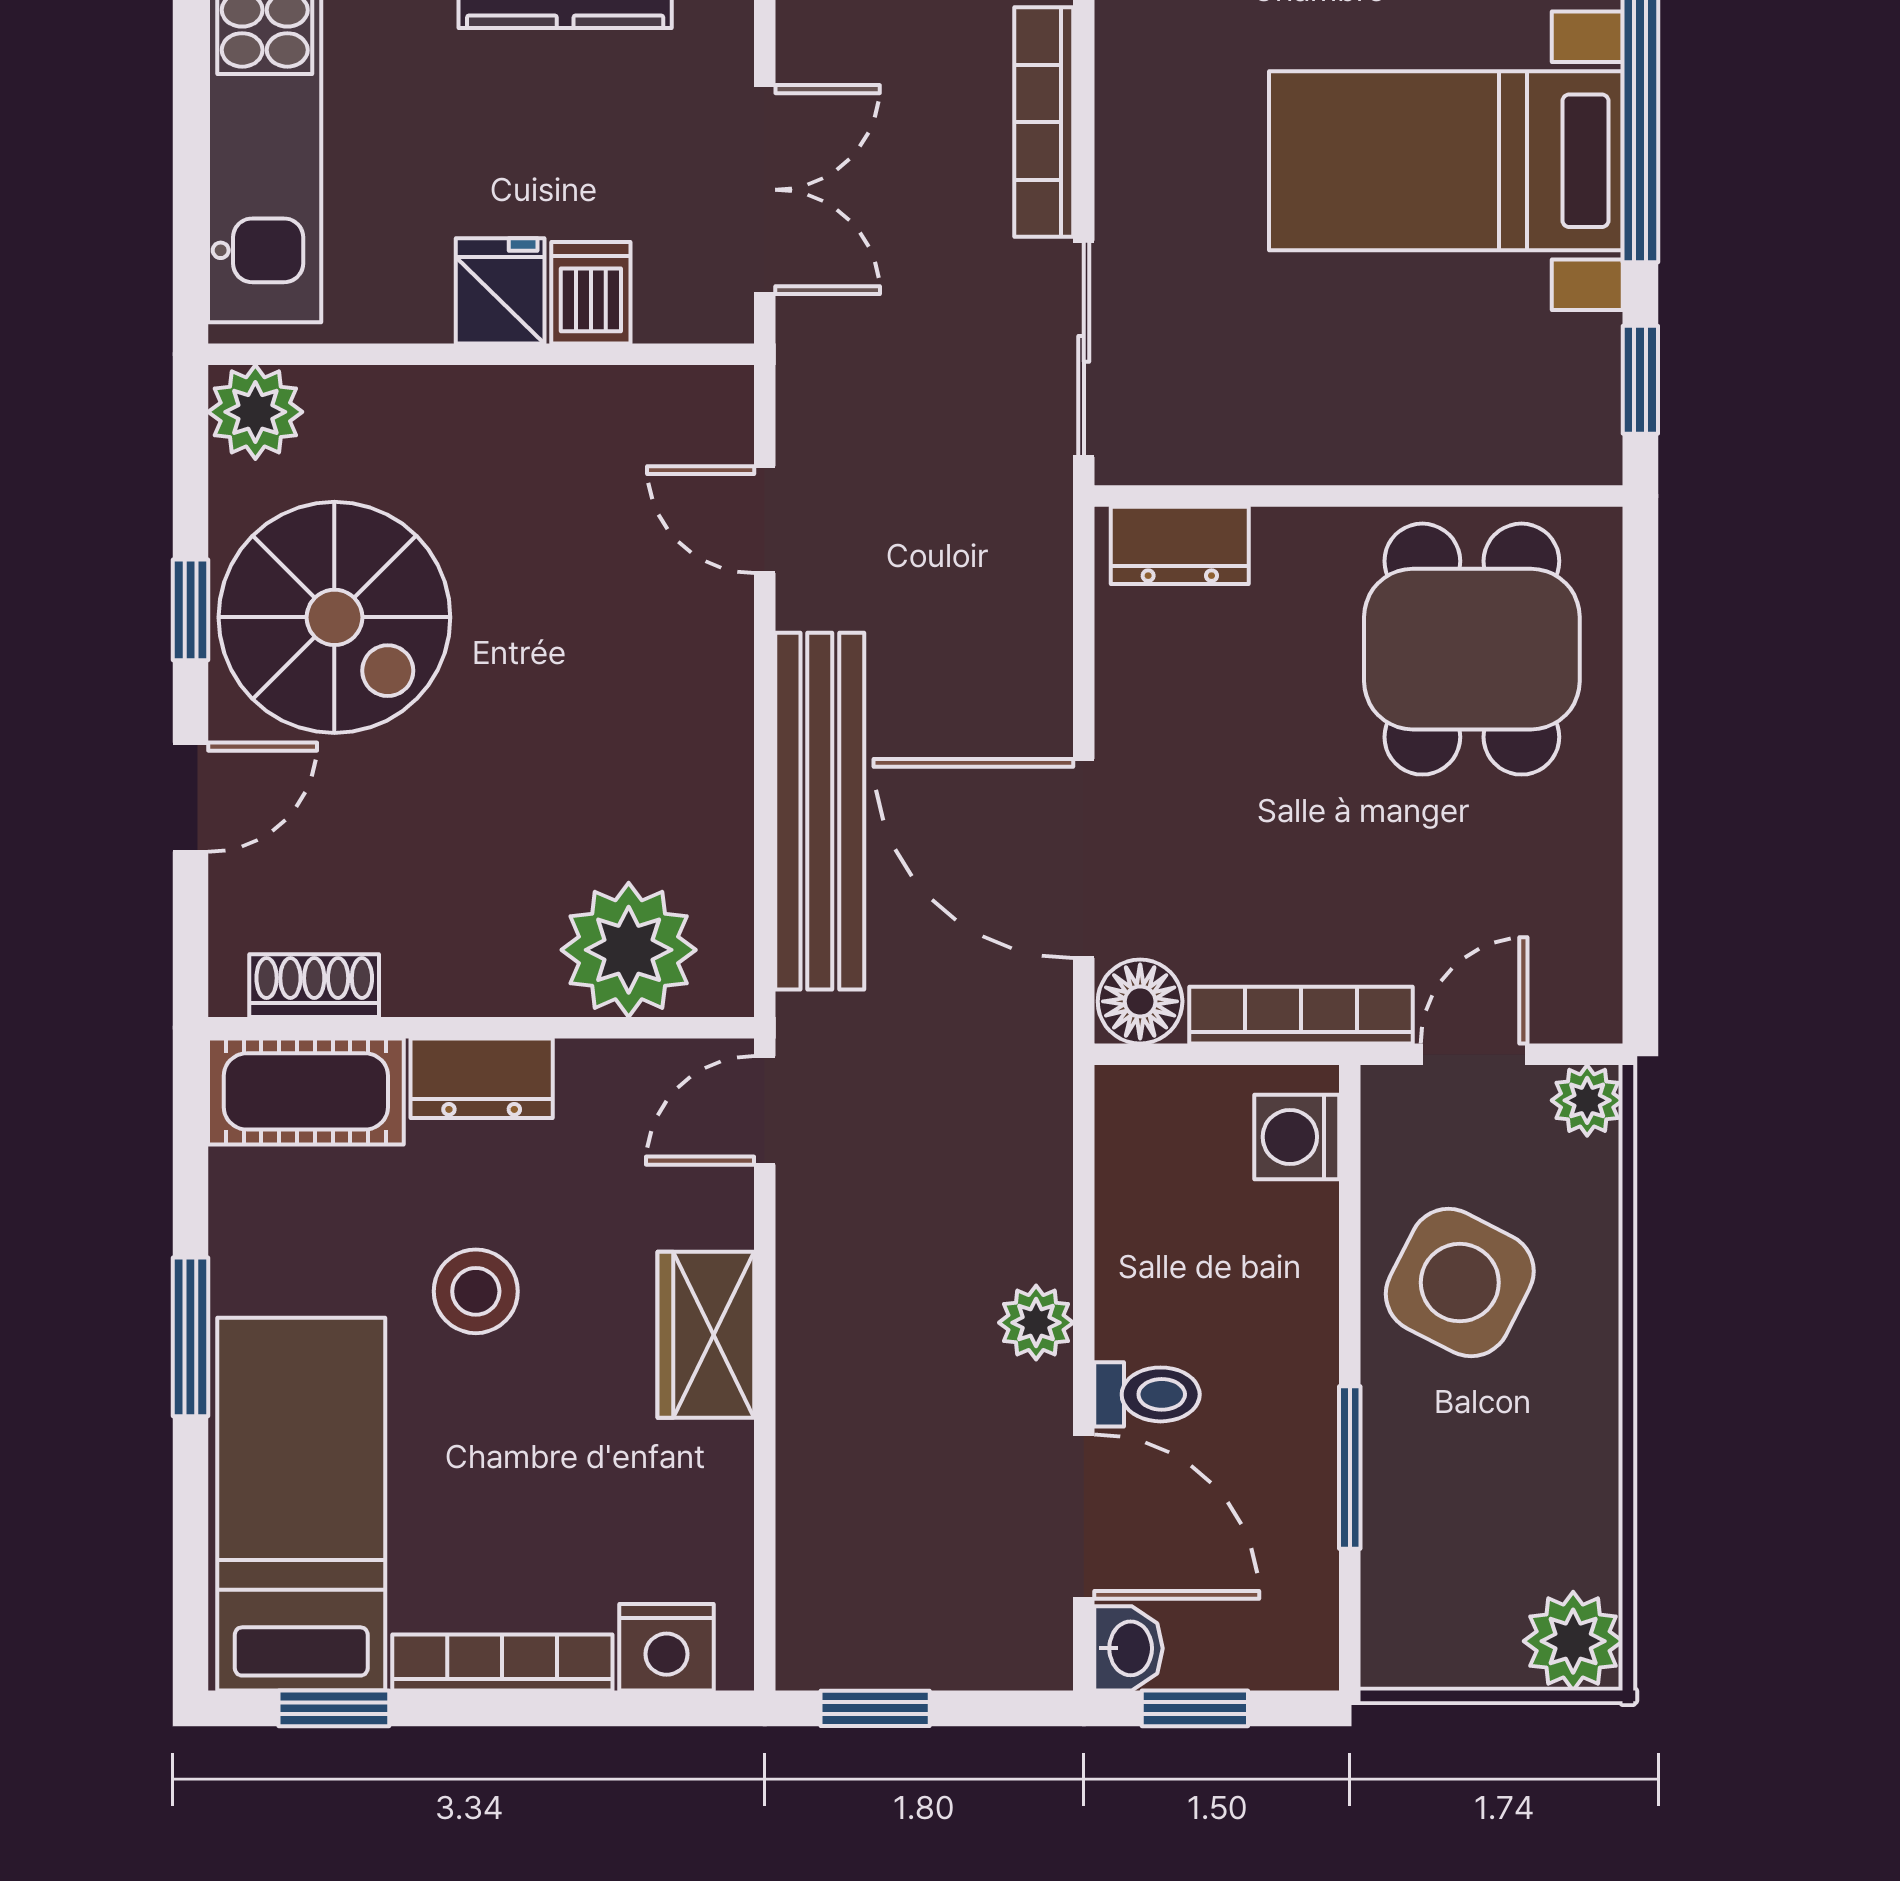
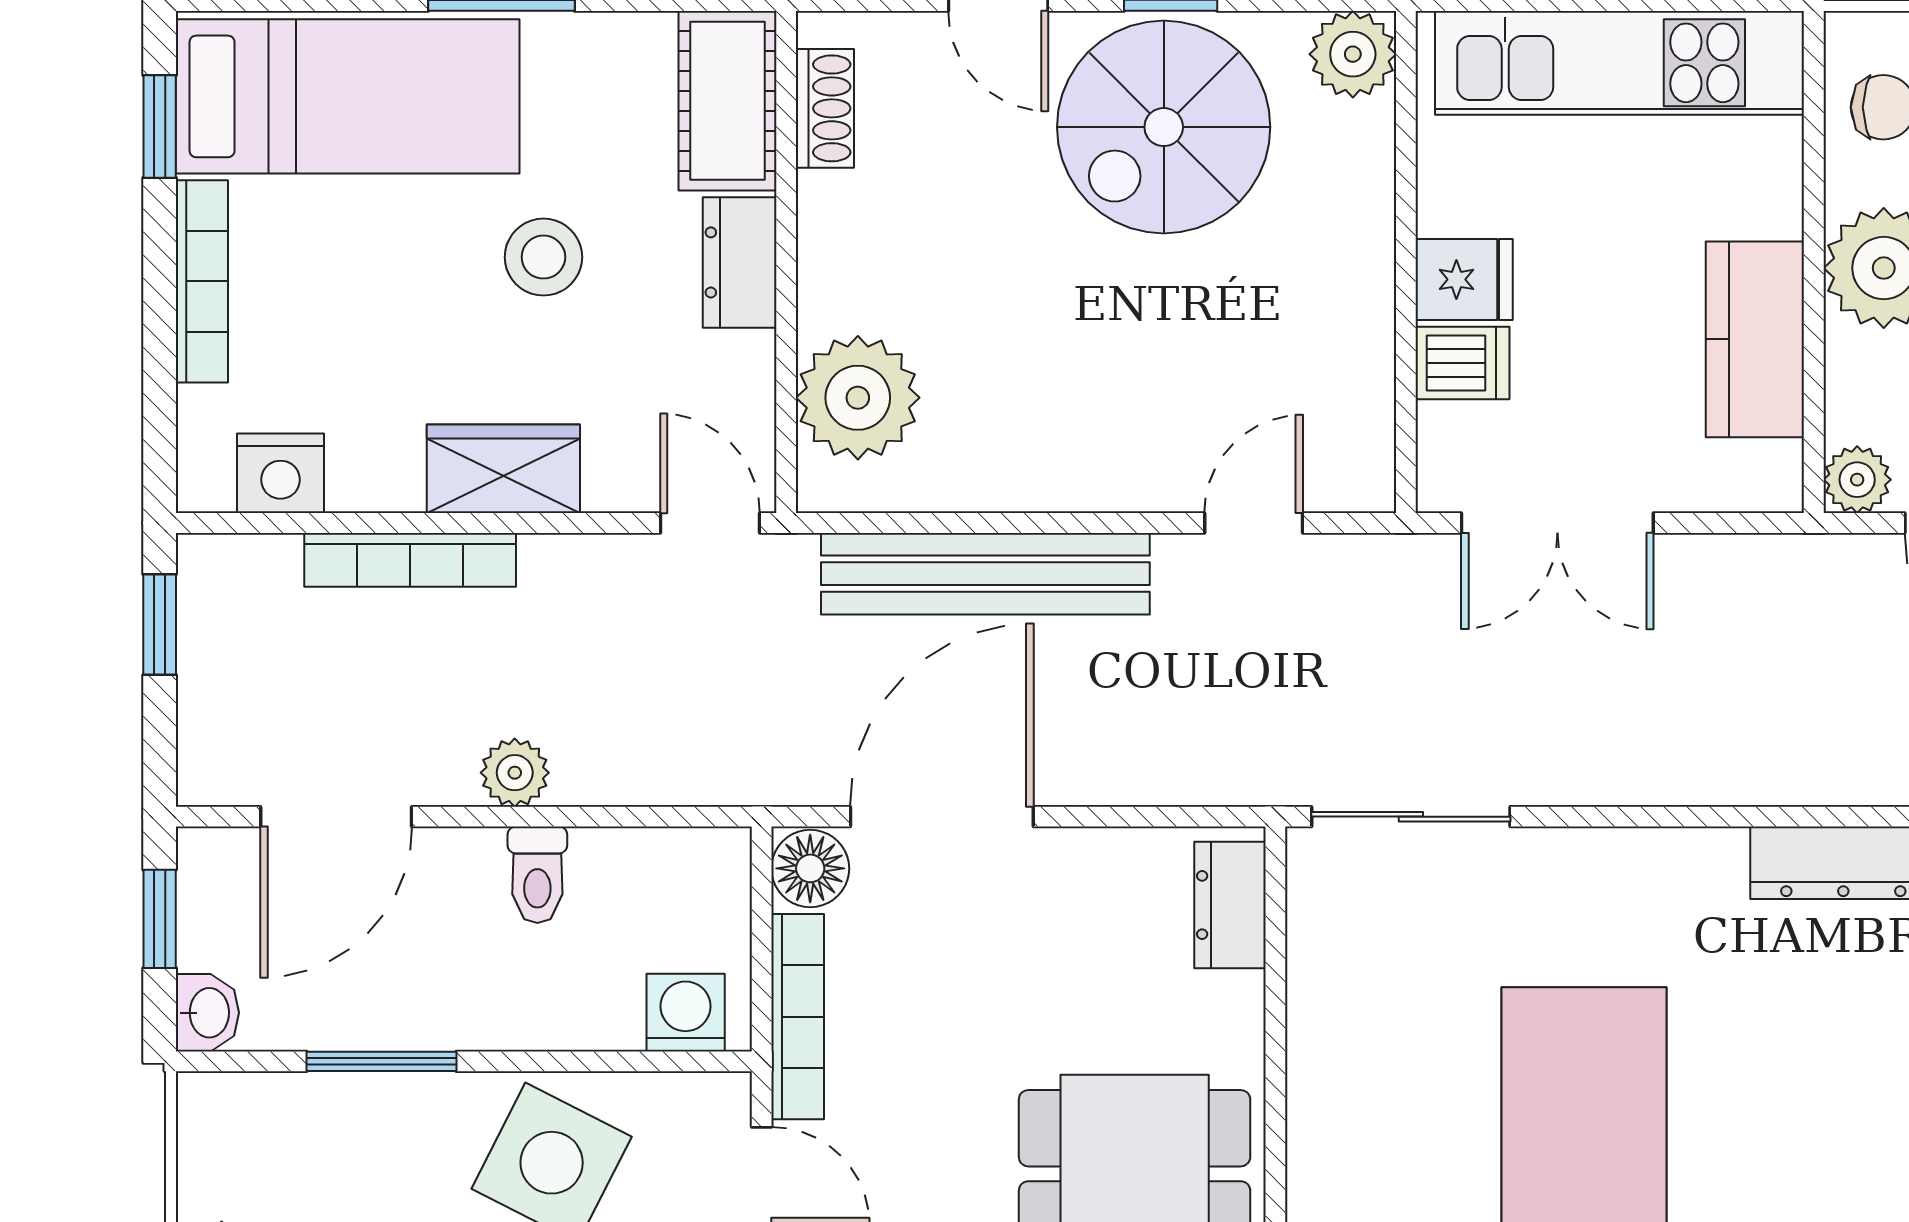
bookcase: (1044, 122) -> (410, 560), moved, turned 180
toilet: (1147, 1394) -> (537, 875), moved
nightstand: (667, 1647) -> (280, 473), moved, turned -90
washbasin: (1129, 1648) -> (207, 1013), moved, turned -90

